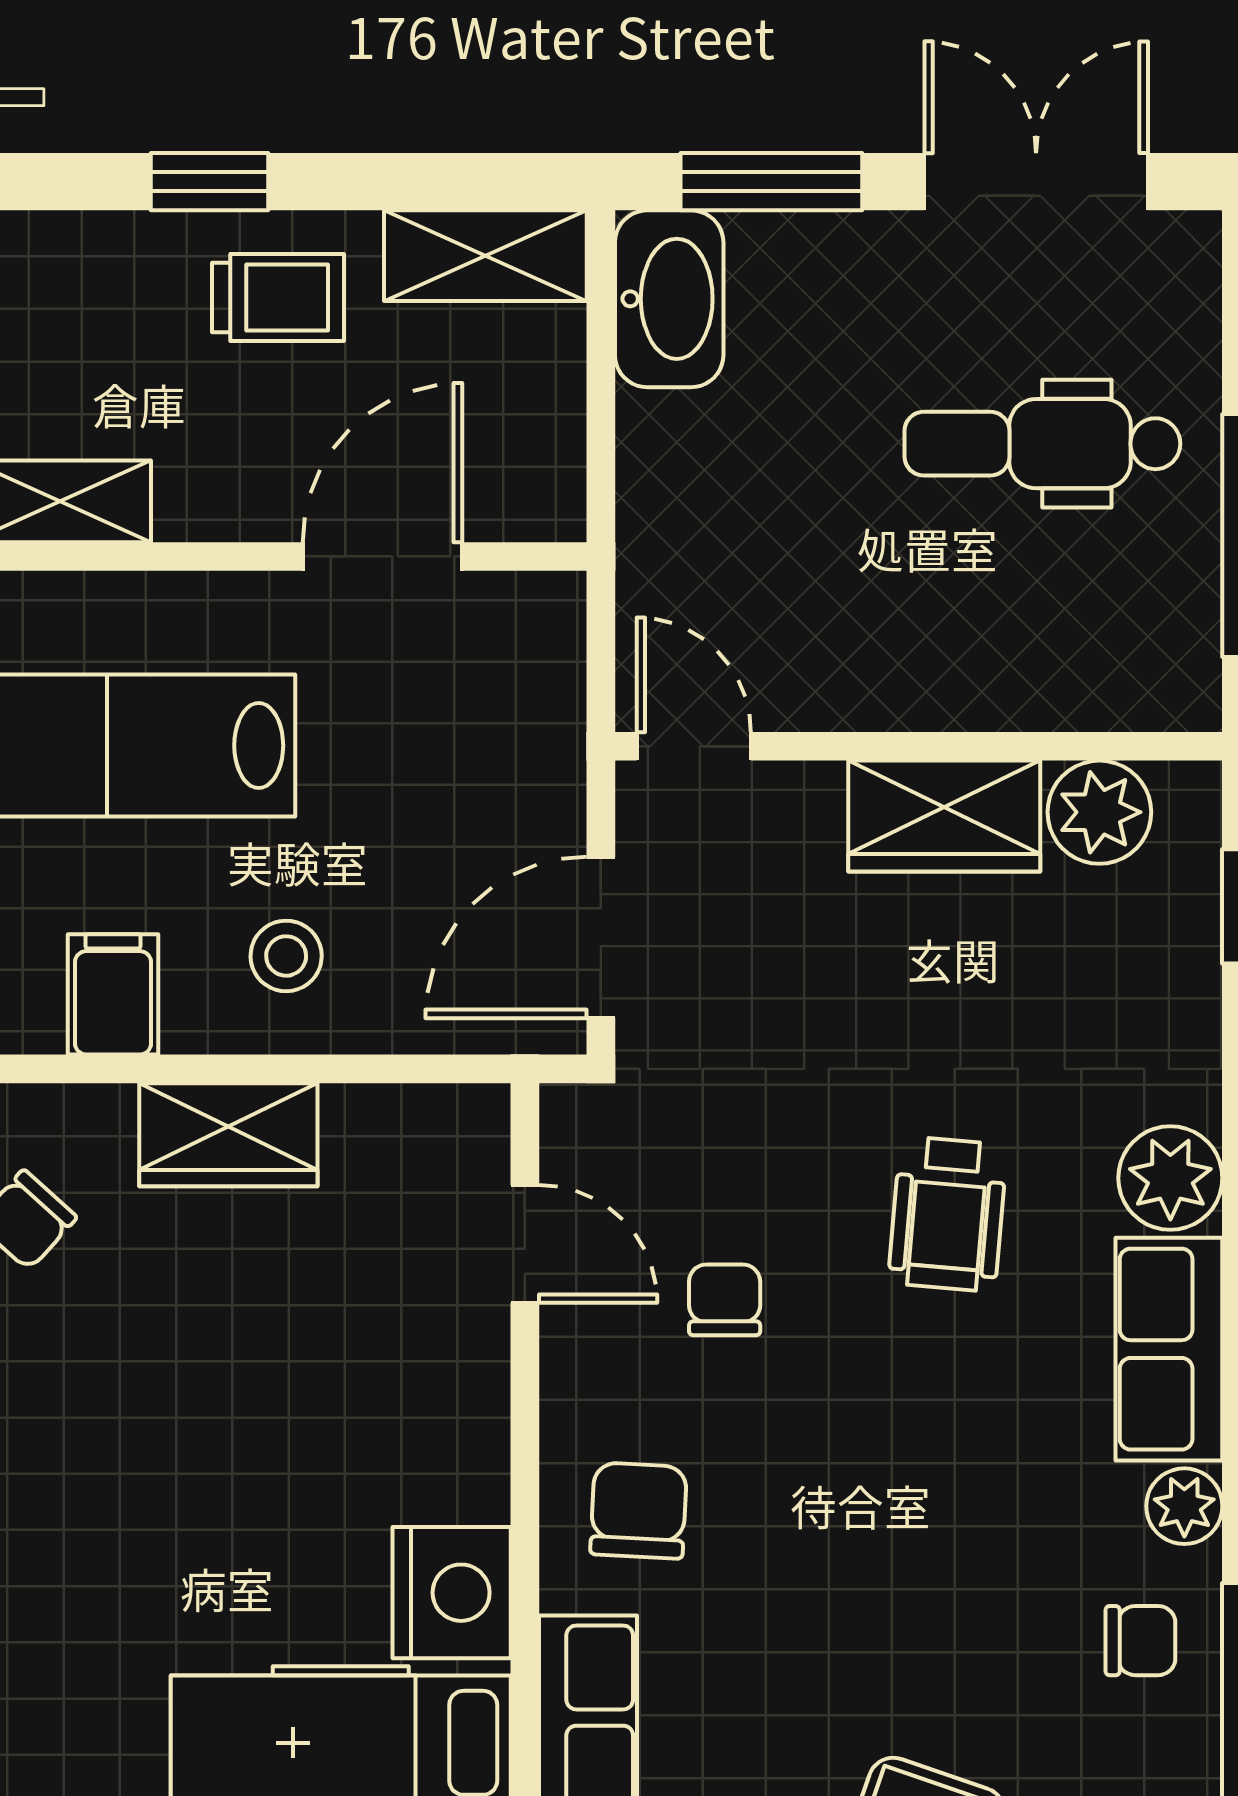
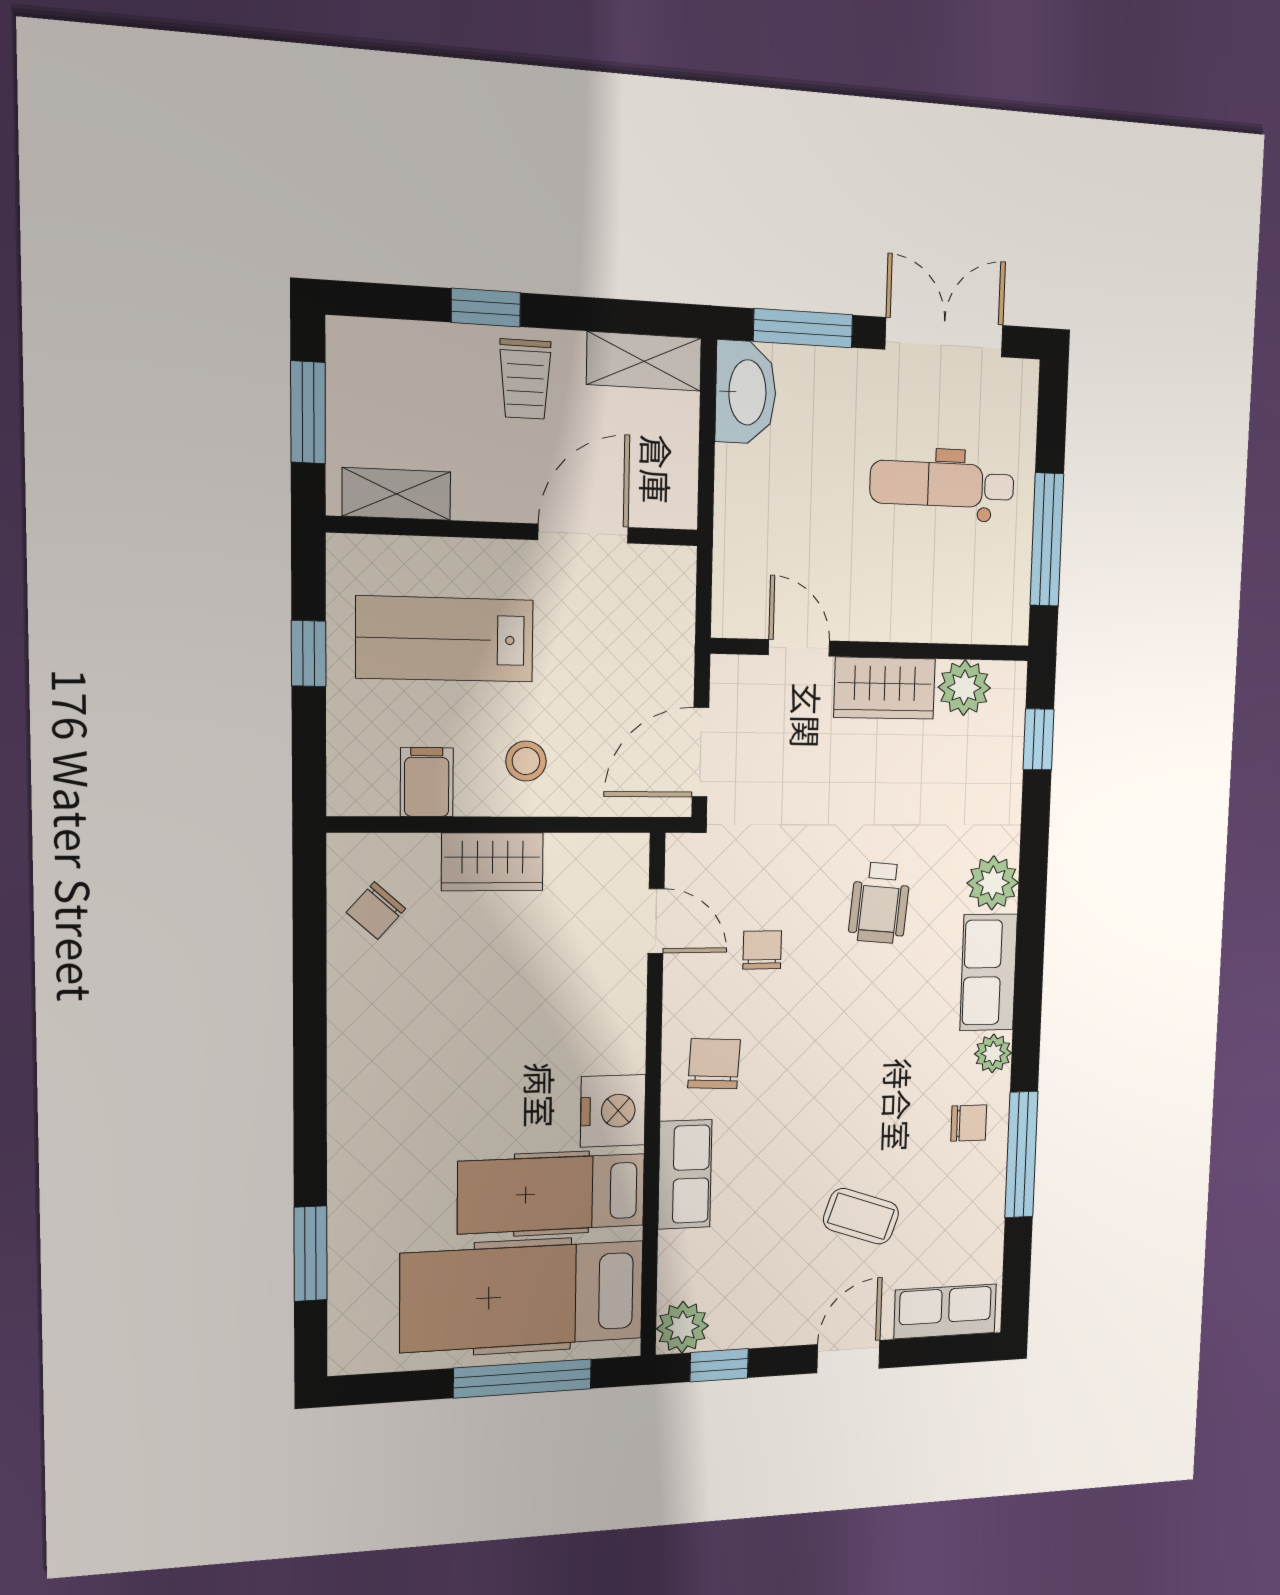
trolley: (278, 298) -> (525, 379), turned 90
door: (694, 746) -> (799, 648), moved

